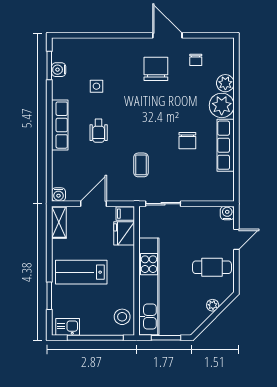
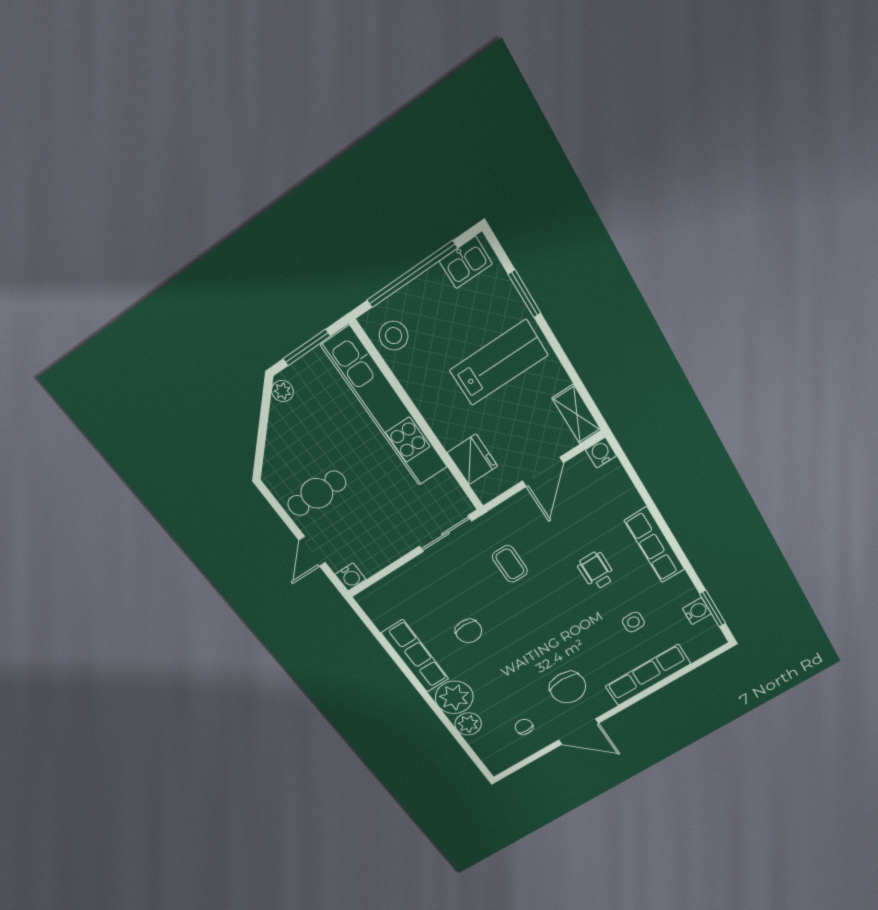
row of seats: (107, 47) -> (648, 675), added
chair: (187, 141) -> (469, 631), turned 180
filing cabinet: (125, 214) -> (489, 487), removed
plant: (213, 305) -> (282, 391), moved

